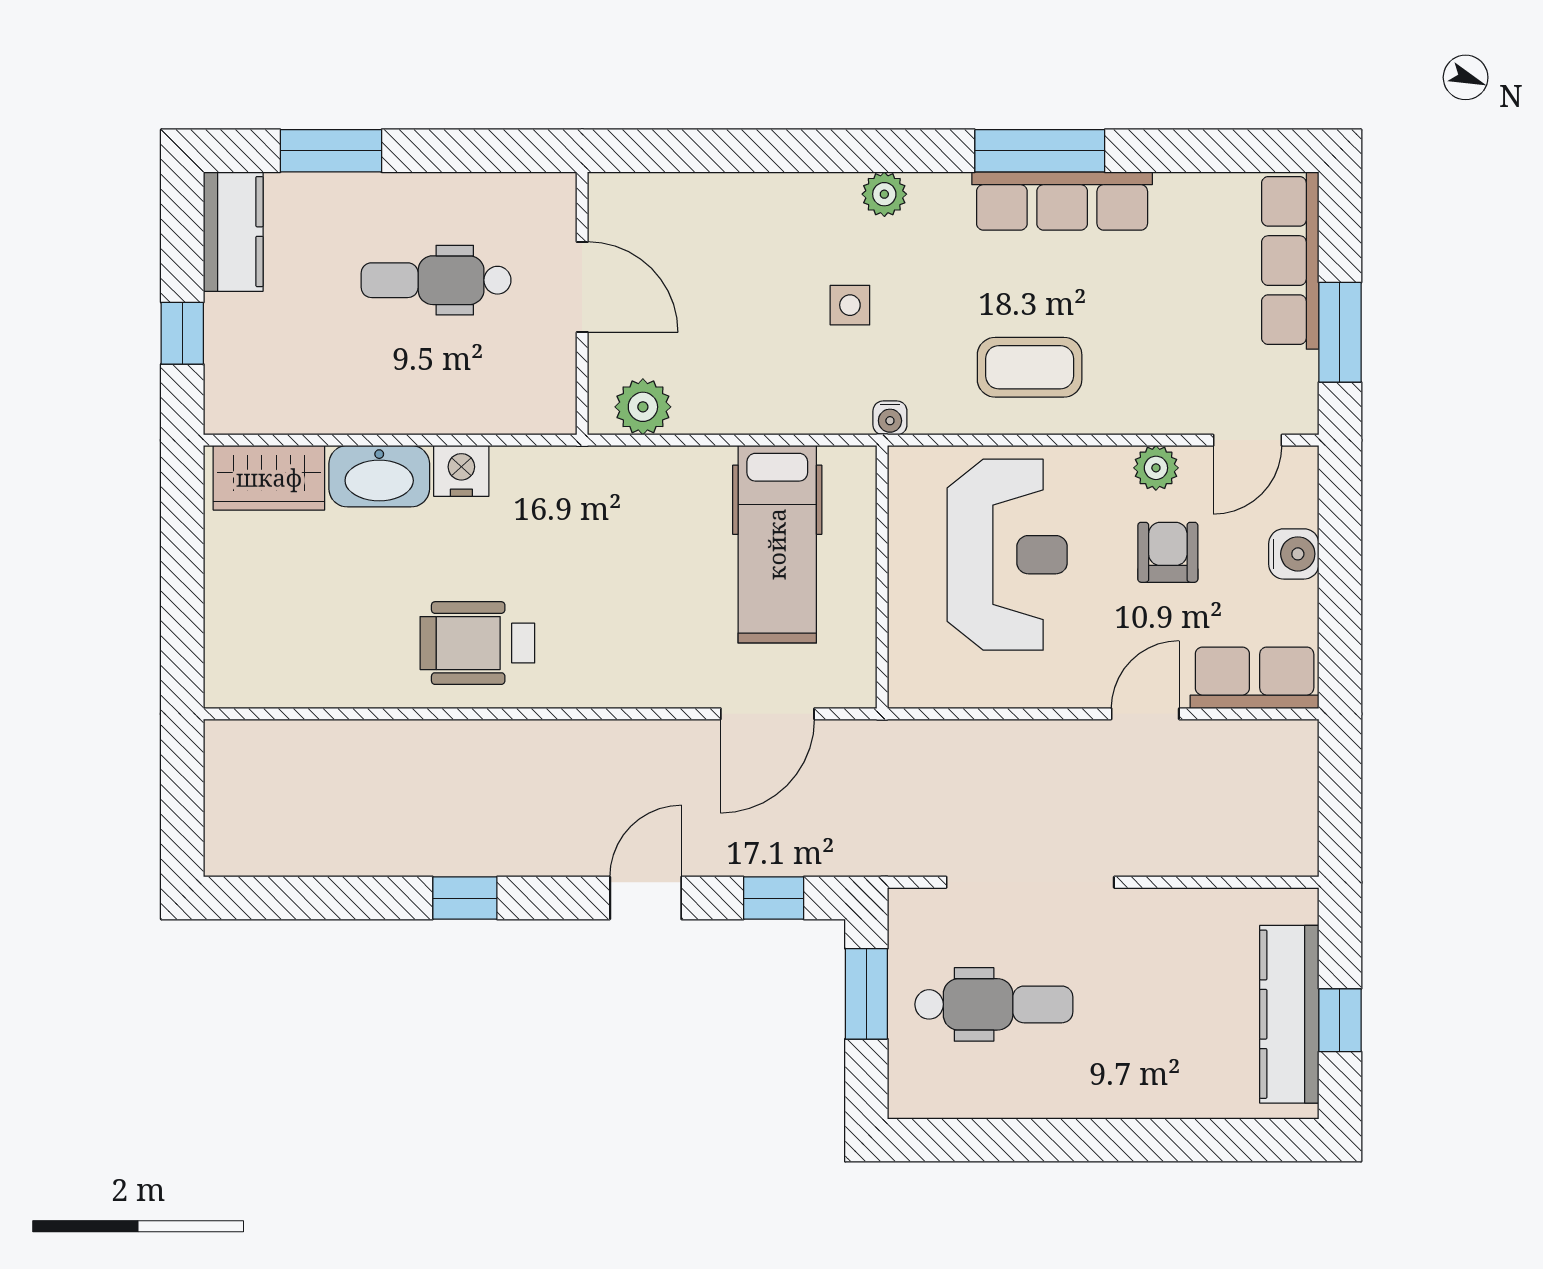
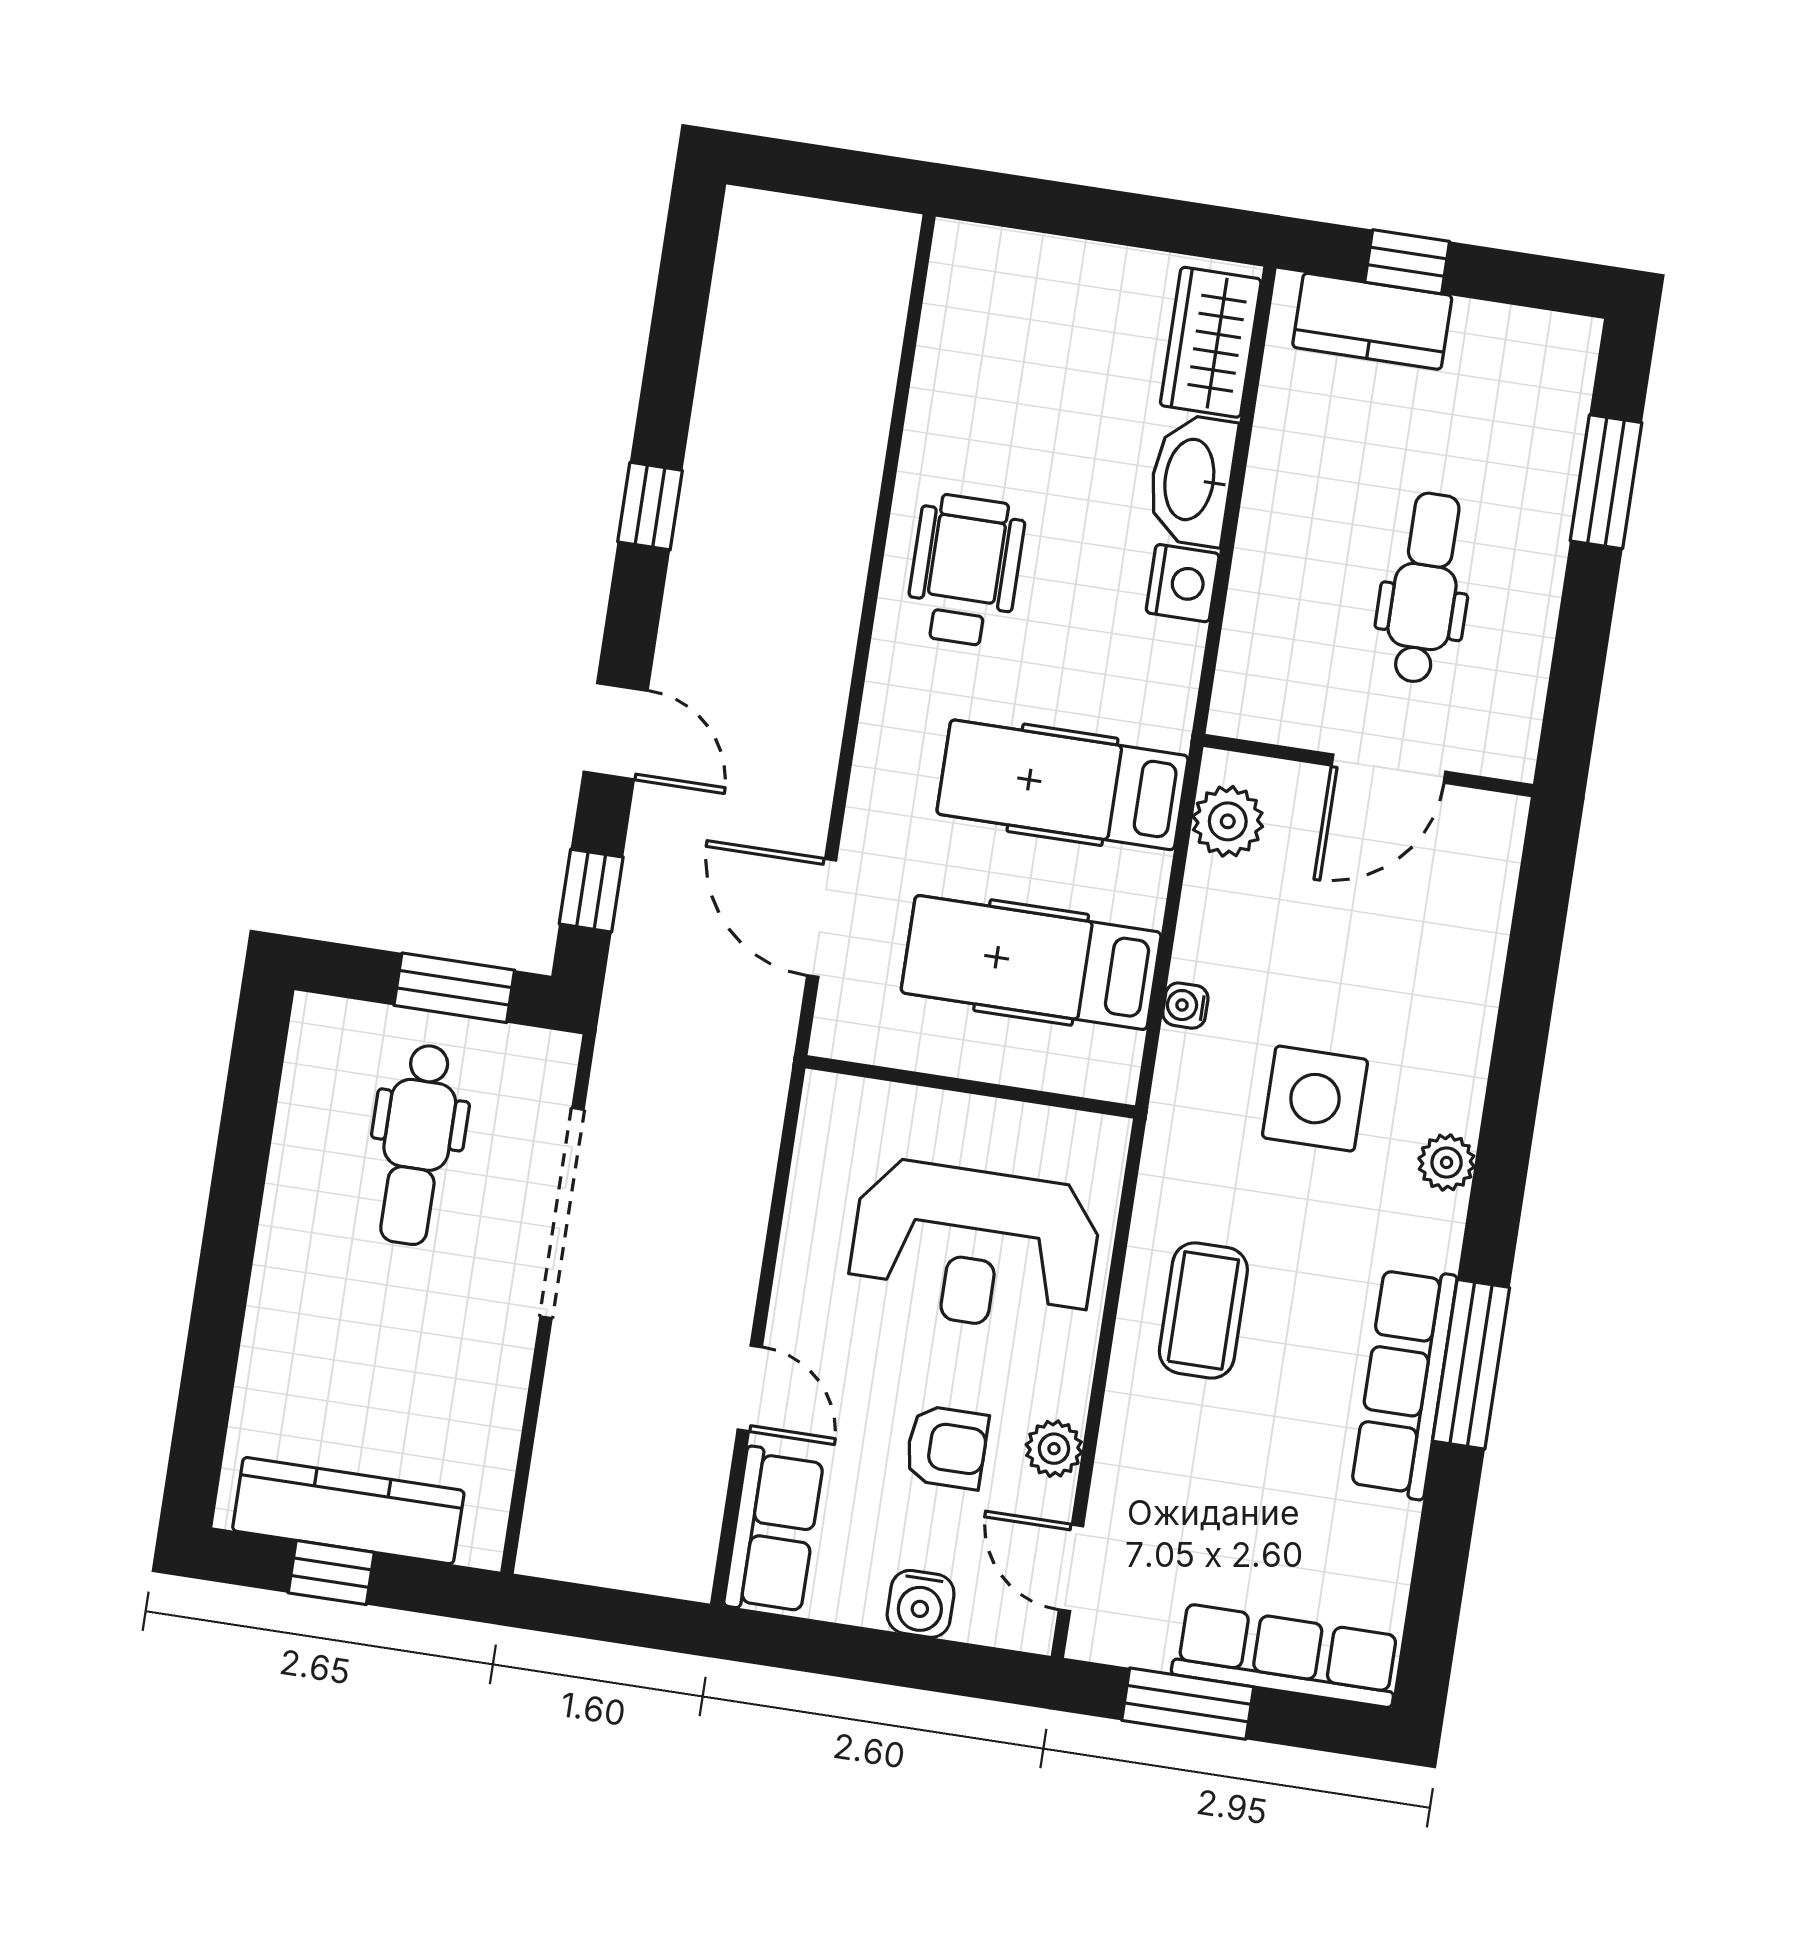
kitchen counter: (233, 232) -> (1372, 321), moved
side table: (850, 305) -> (1315, 1099), width x1.87, depth x1.87
water cooler: (890, 418) -> (1185, 1006), moved
hospital bed: (634, 541) -> (1062, 785), added

